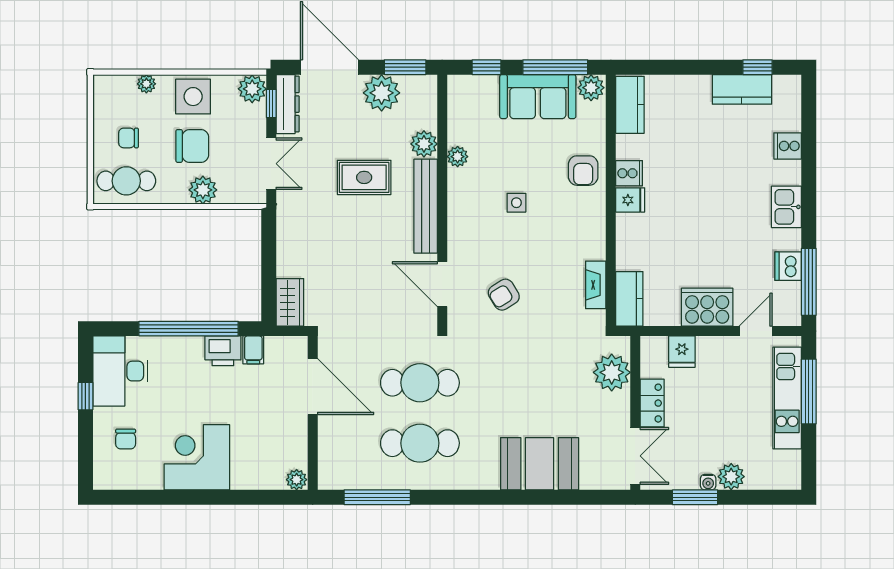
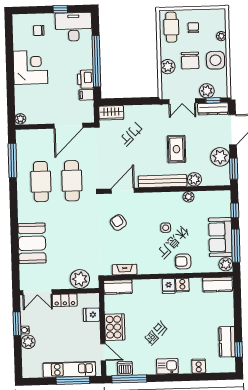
plant: (252, 89) -> (207, 91), moved
dishwasher: (788, 266) -> (125, 368), moved

